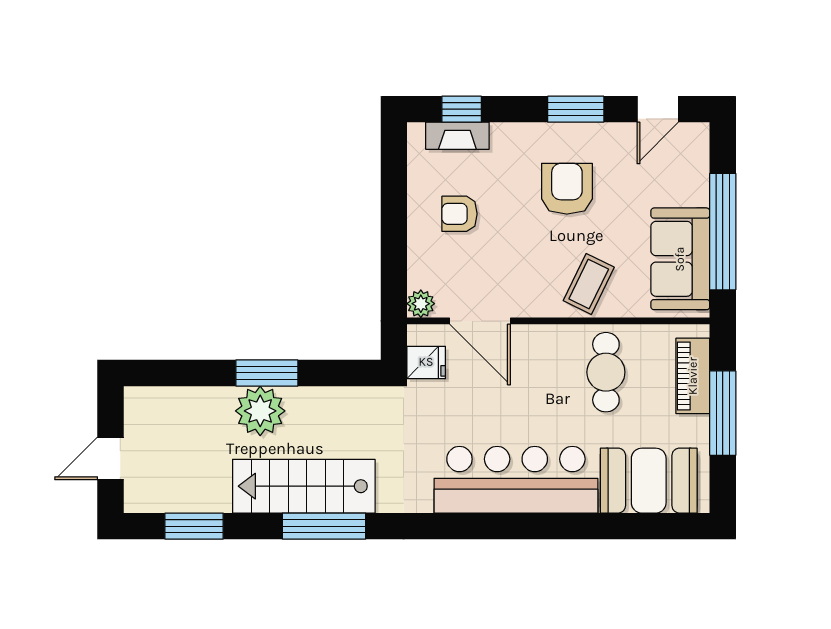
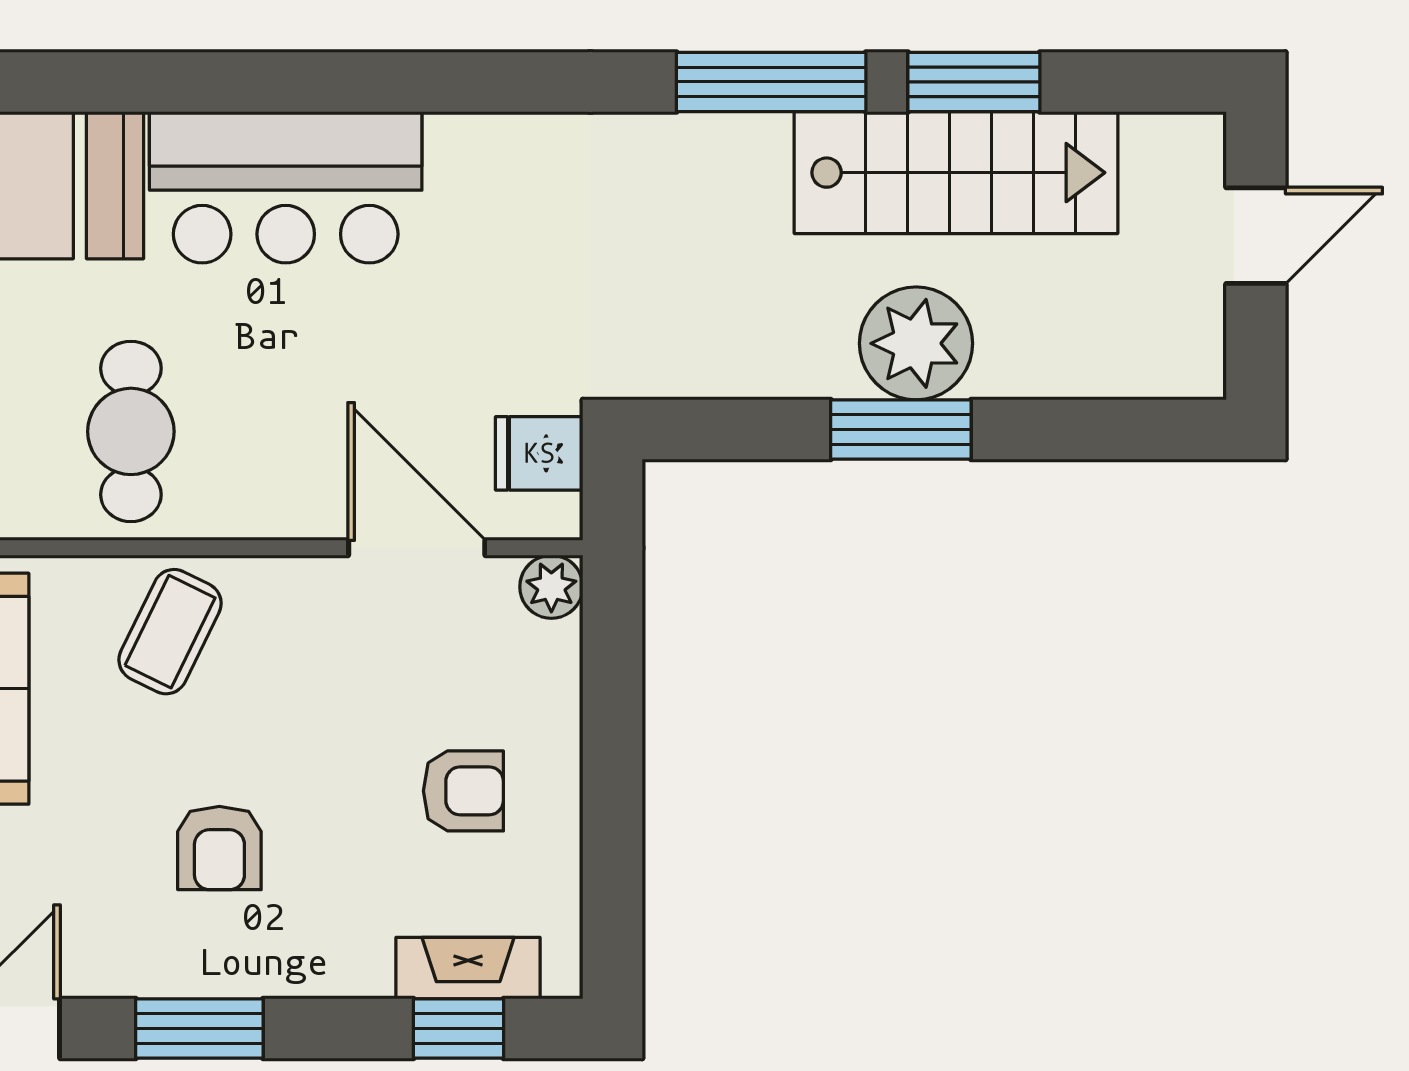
armchair: (567, 189) -> (219, 848), width x0.72, depth x0.72
bar counter: (516, 480) -> (286, 187), width x0.73
stairs: (304, 486) -> (956, 173), moved
window: (194, 526) -> (974, 82), moved

